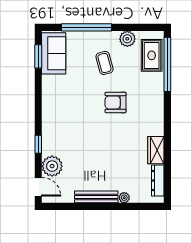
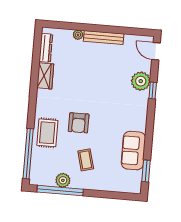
window: (86, 27) -> (60, 191), moved
sofa: (54, 53) -> (133, 151), moved
rug: (152, 55) -> (47, 133), moved
armchair: (116, 102) -> (79, 123), turned 90
plant: (52, 166) -> (141, 81), moved

